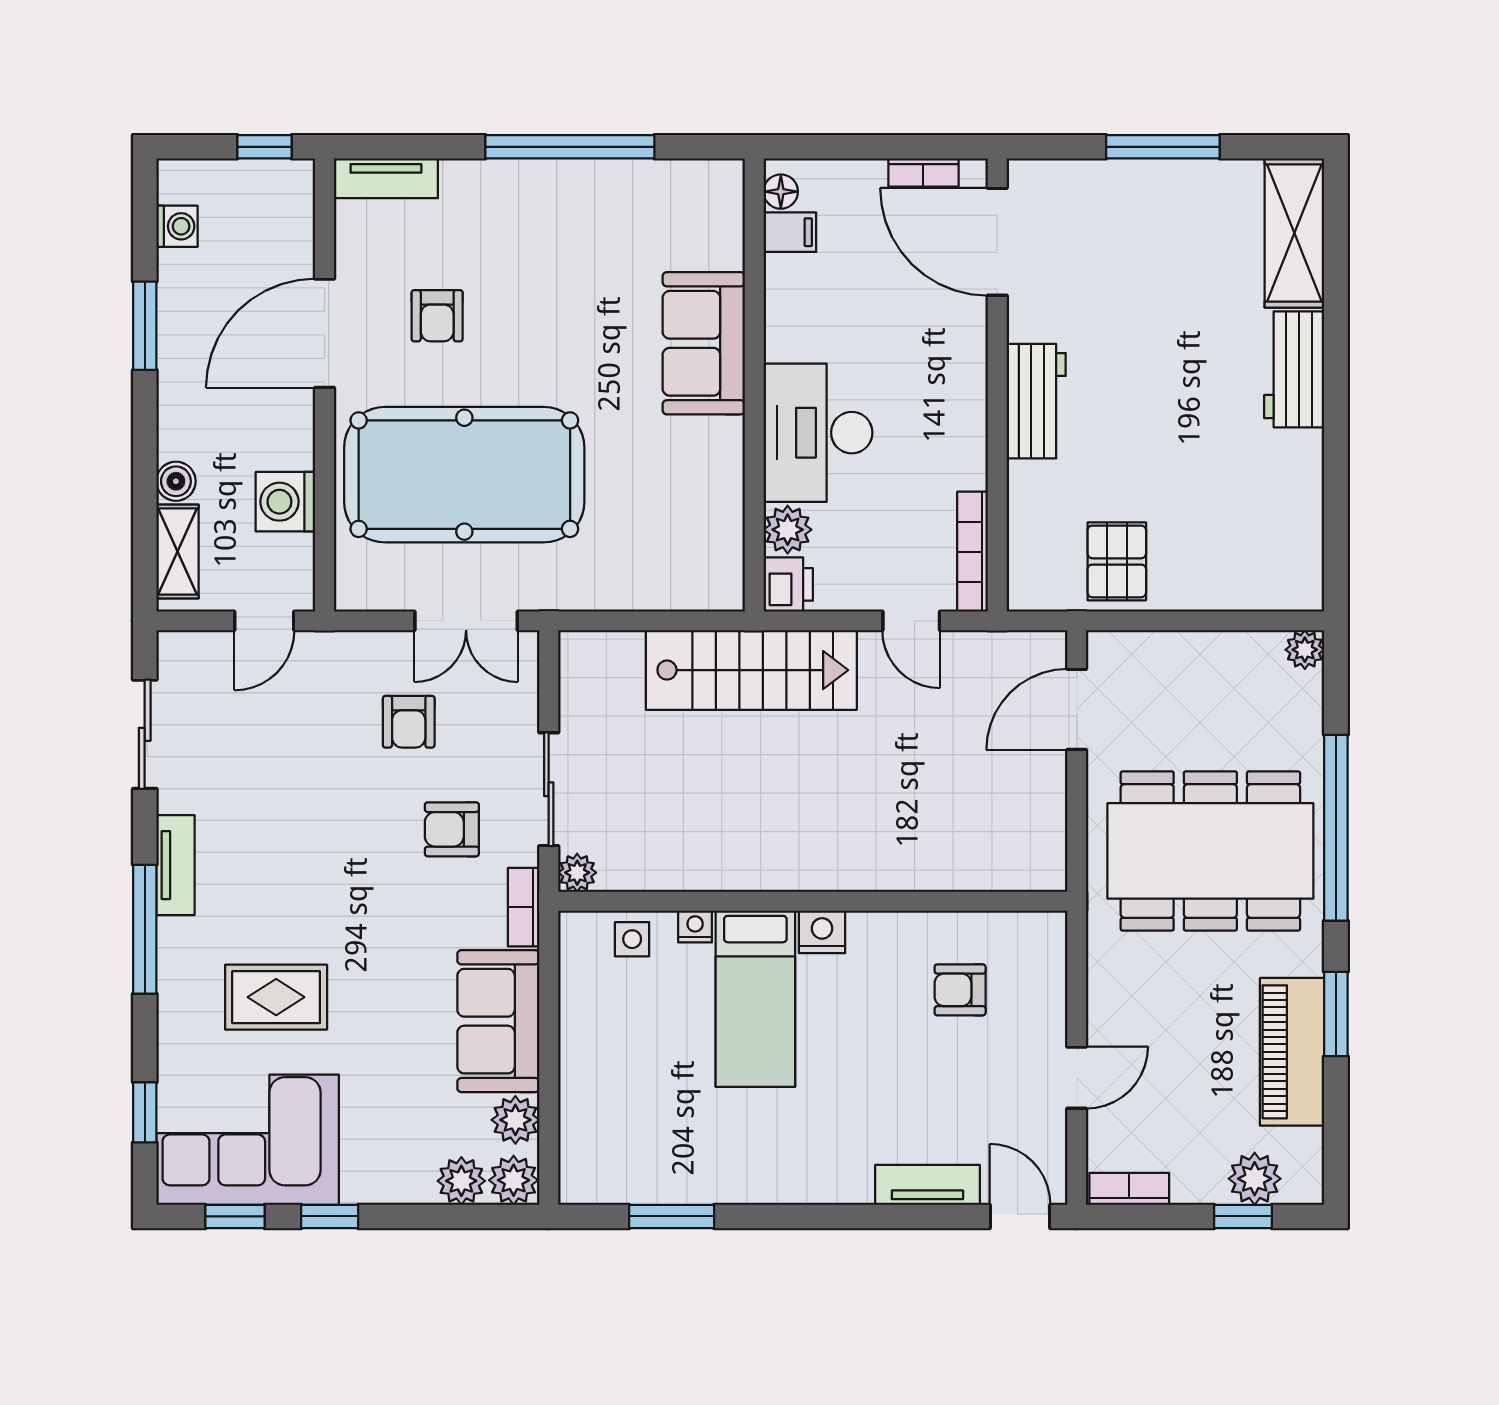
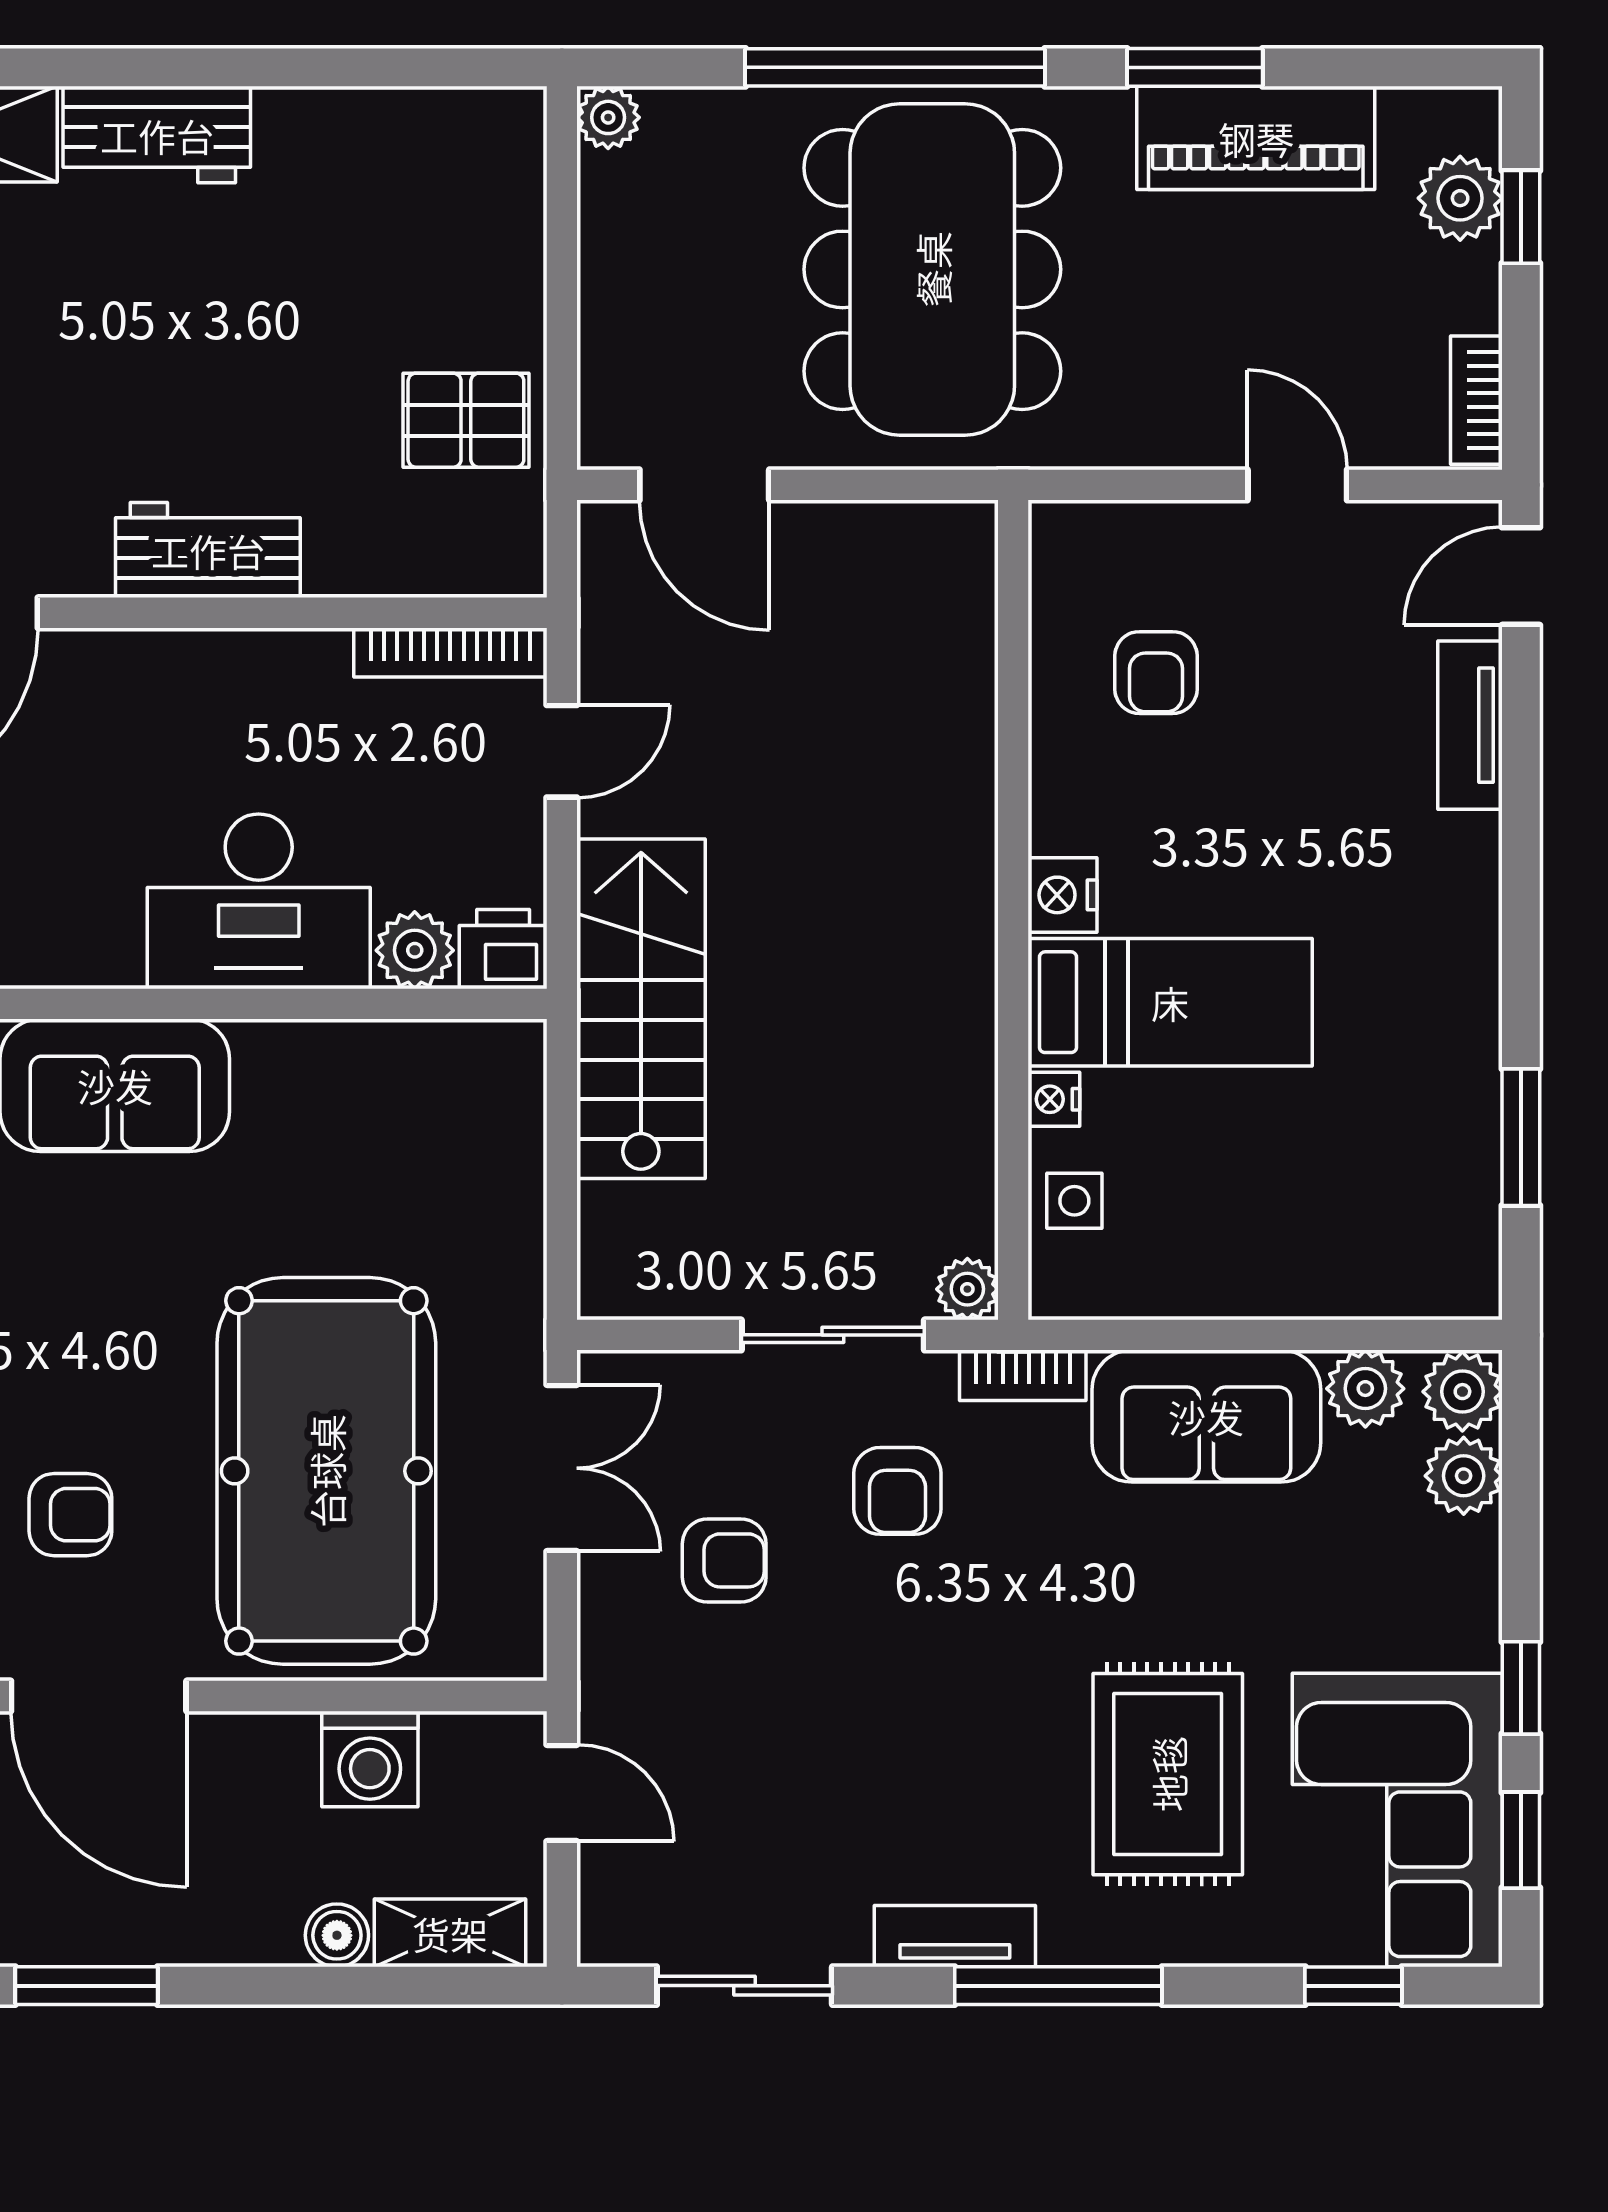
rug: (276, 997) -> (1168, 1774), width x1.36, depth x1.43

